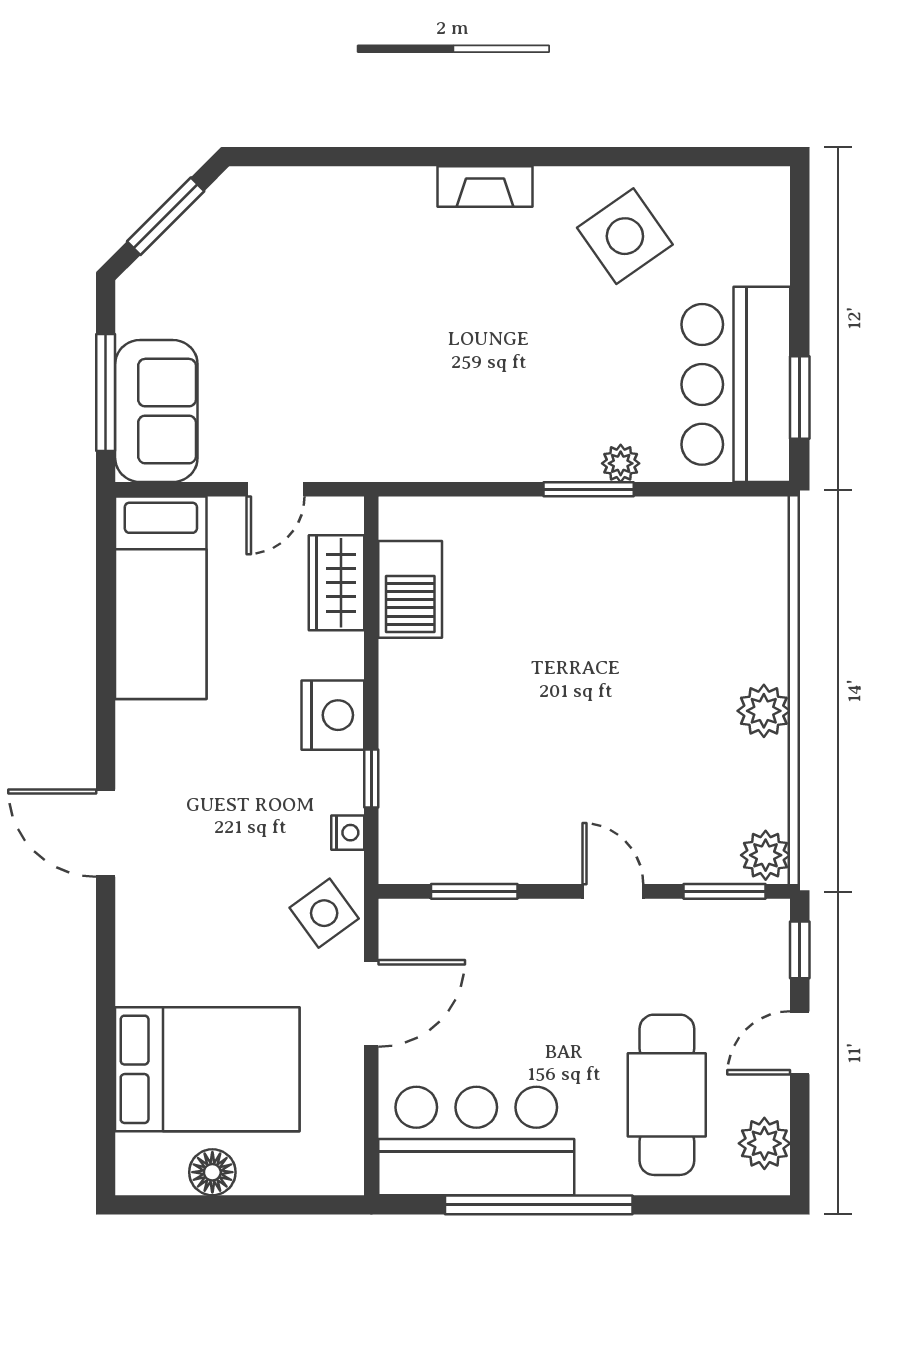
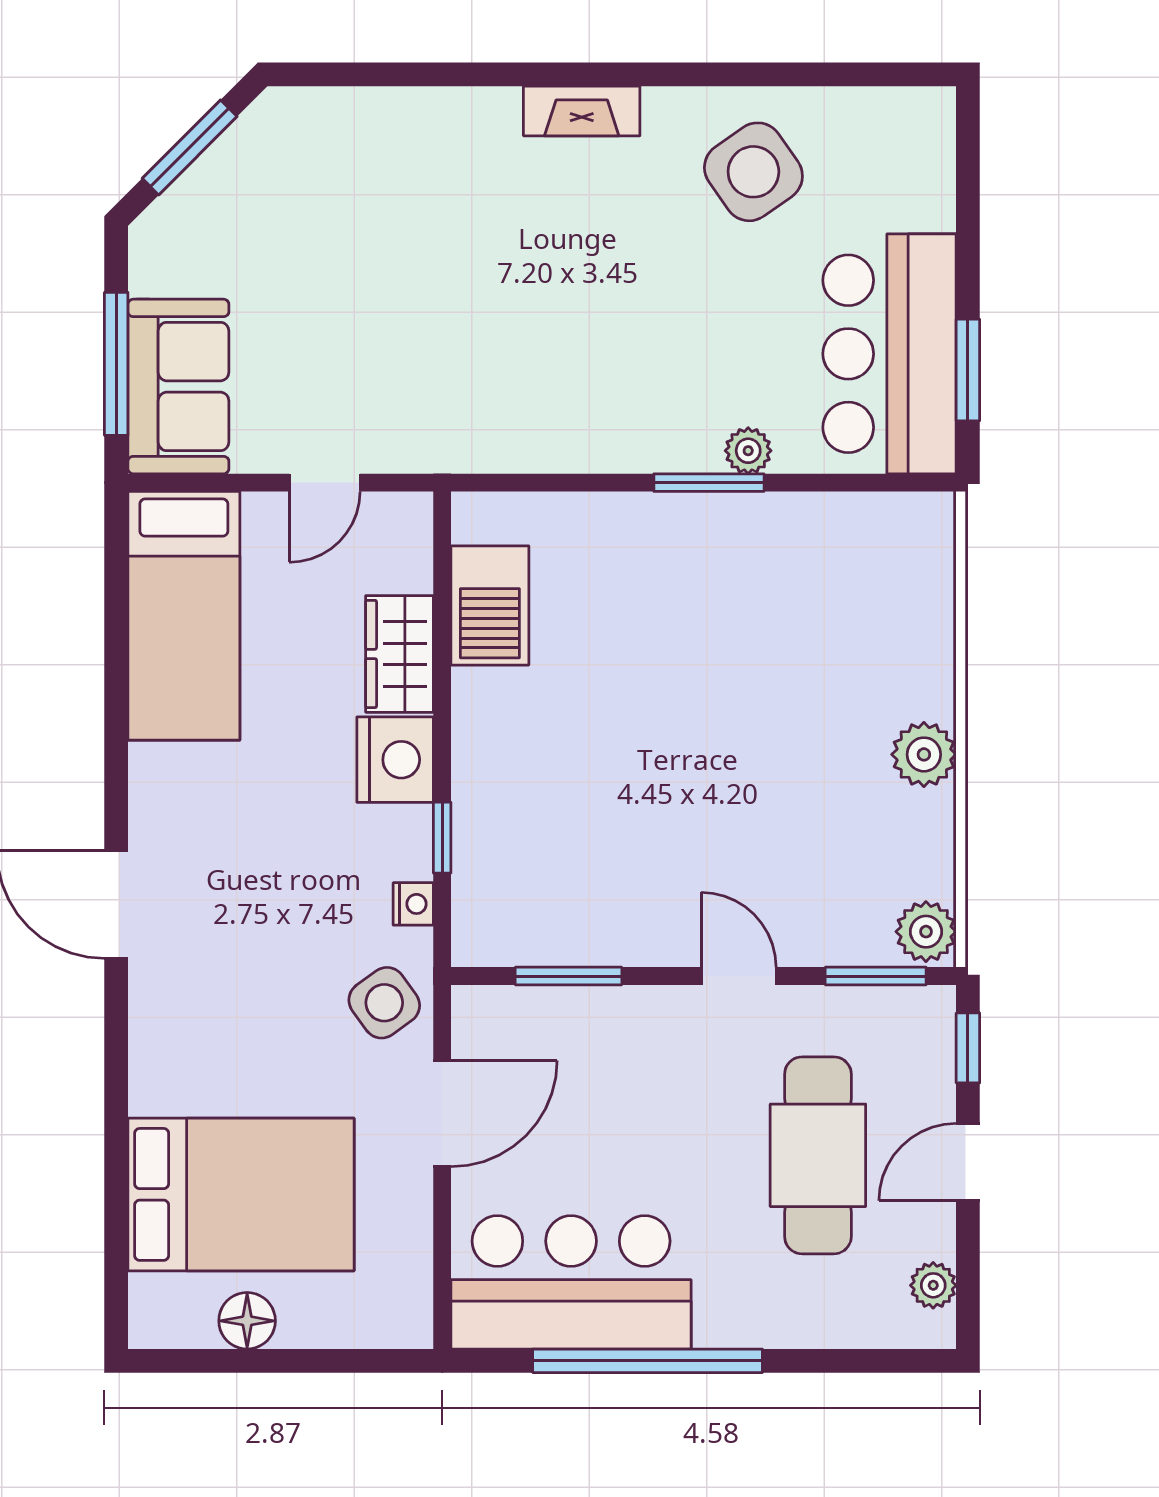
wardrobe: (337, 583) -> (400, 654), moved
cafe table: (667, 1095) -> (818, 1155), moved
plant: (764, 1143) -> (933, 1285), width x0.73, depth x0.73

